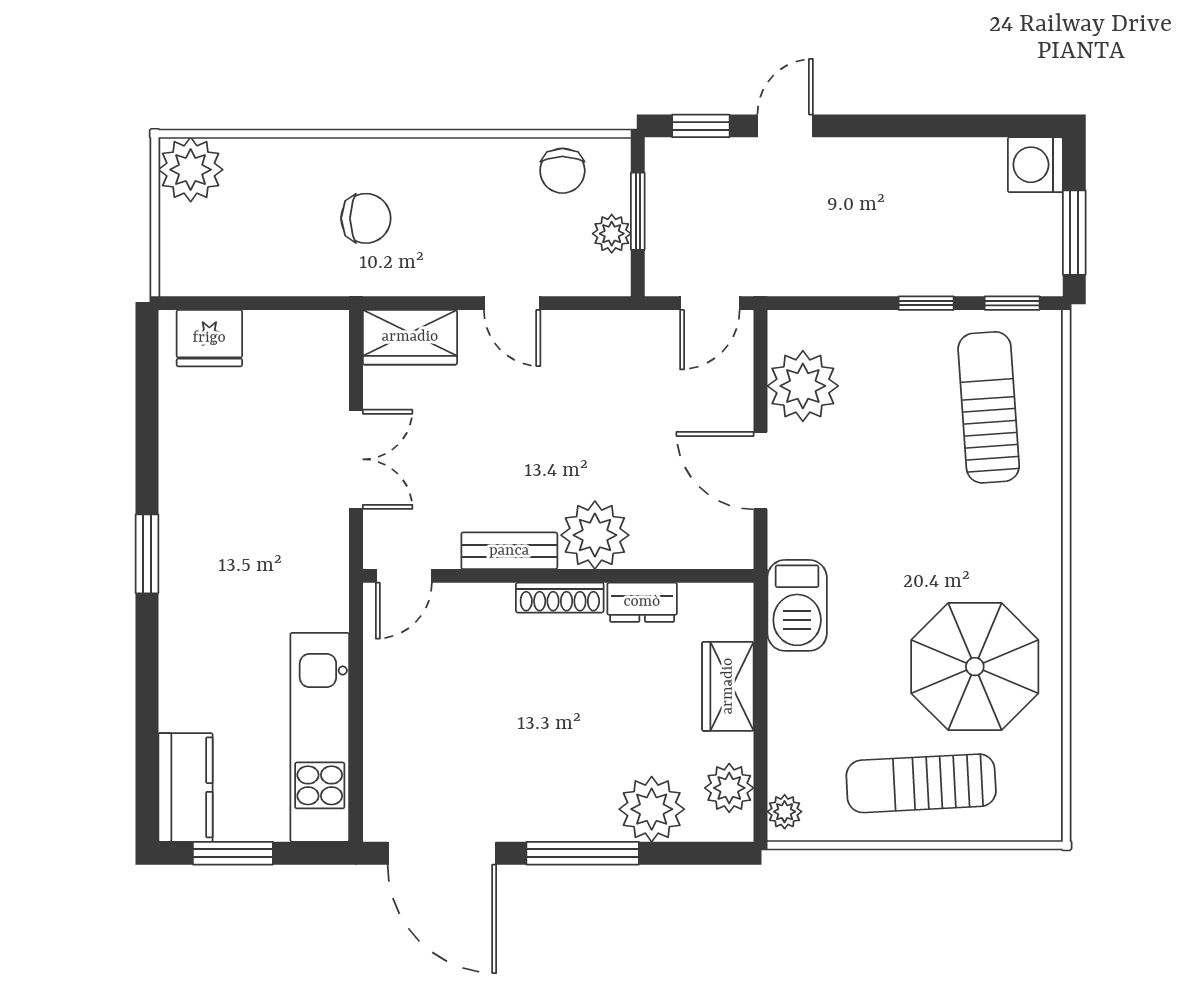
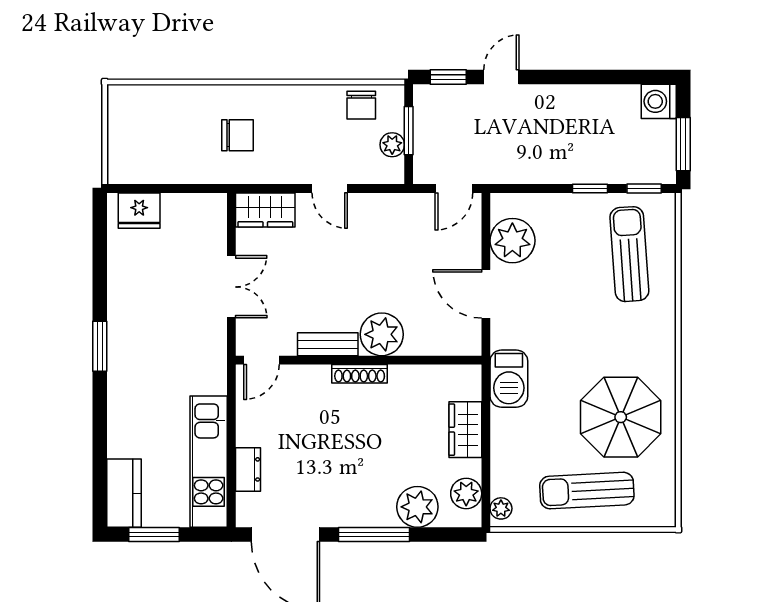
plant: (191, 170) -> (127, 104), removed
dresser: (642, 602) -> (248, 469), moved, turned -90

